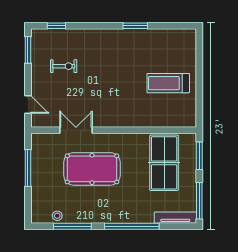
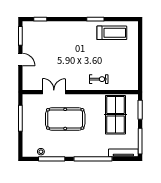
exercise bike: (64, 66) -> (99, 79), moved
treadmill: (168, 83) -> (112, 33), moved, turned 180
door: (28, 105) -> (20, 59), moved

